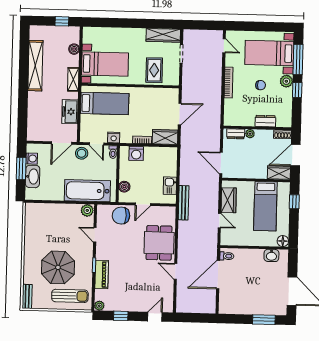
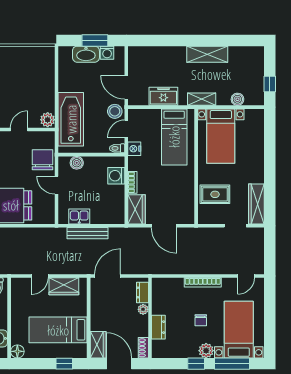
shelving: (35, 66) -> (207, 54), width x0.68
bench: (184, 203) -> (88, 233), moved

